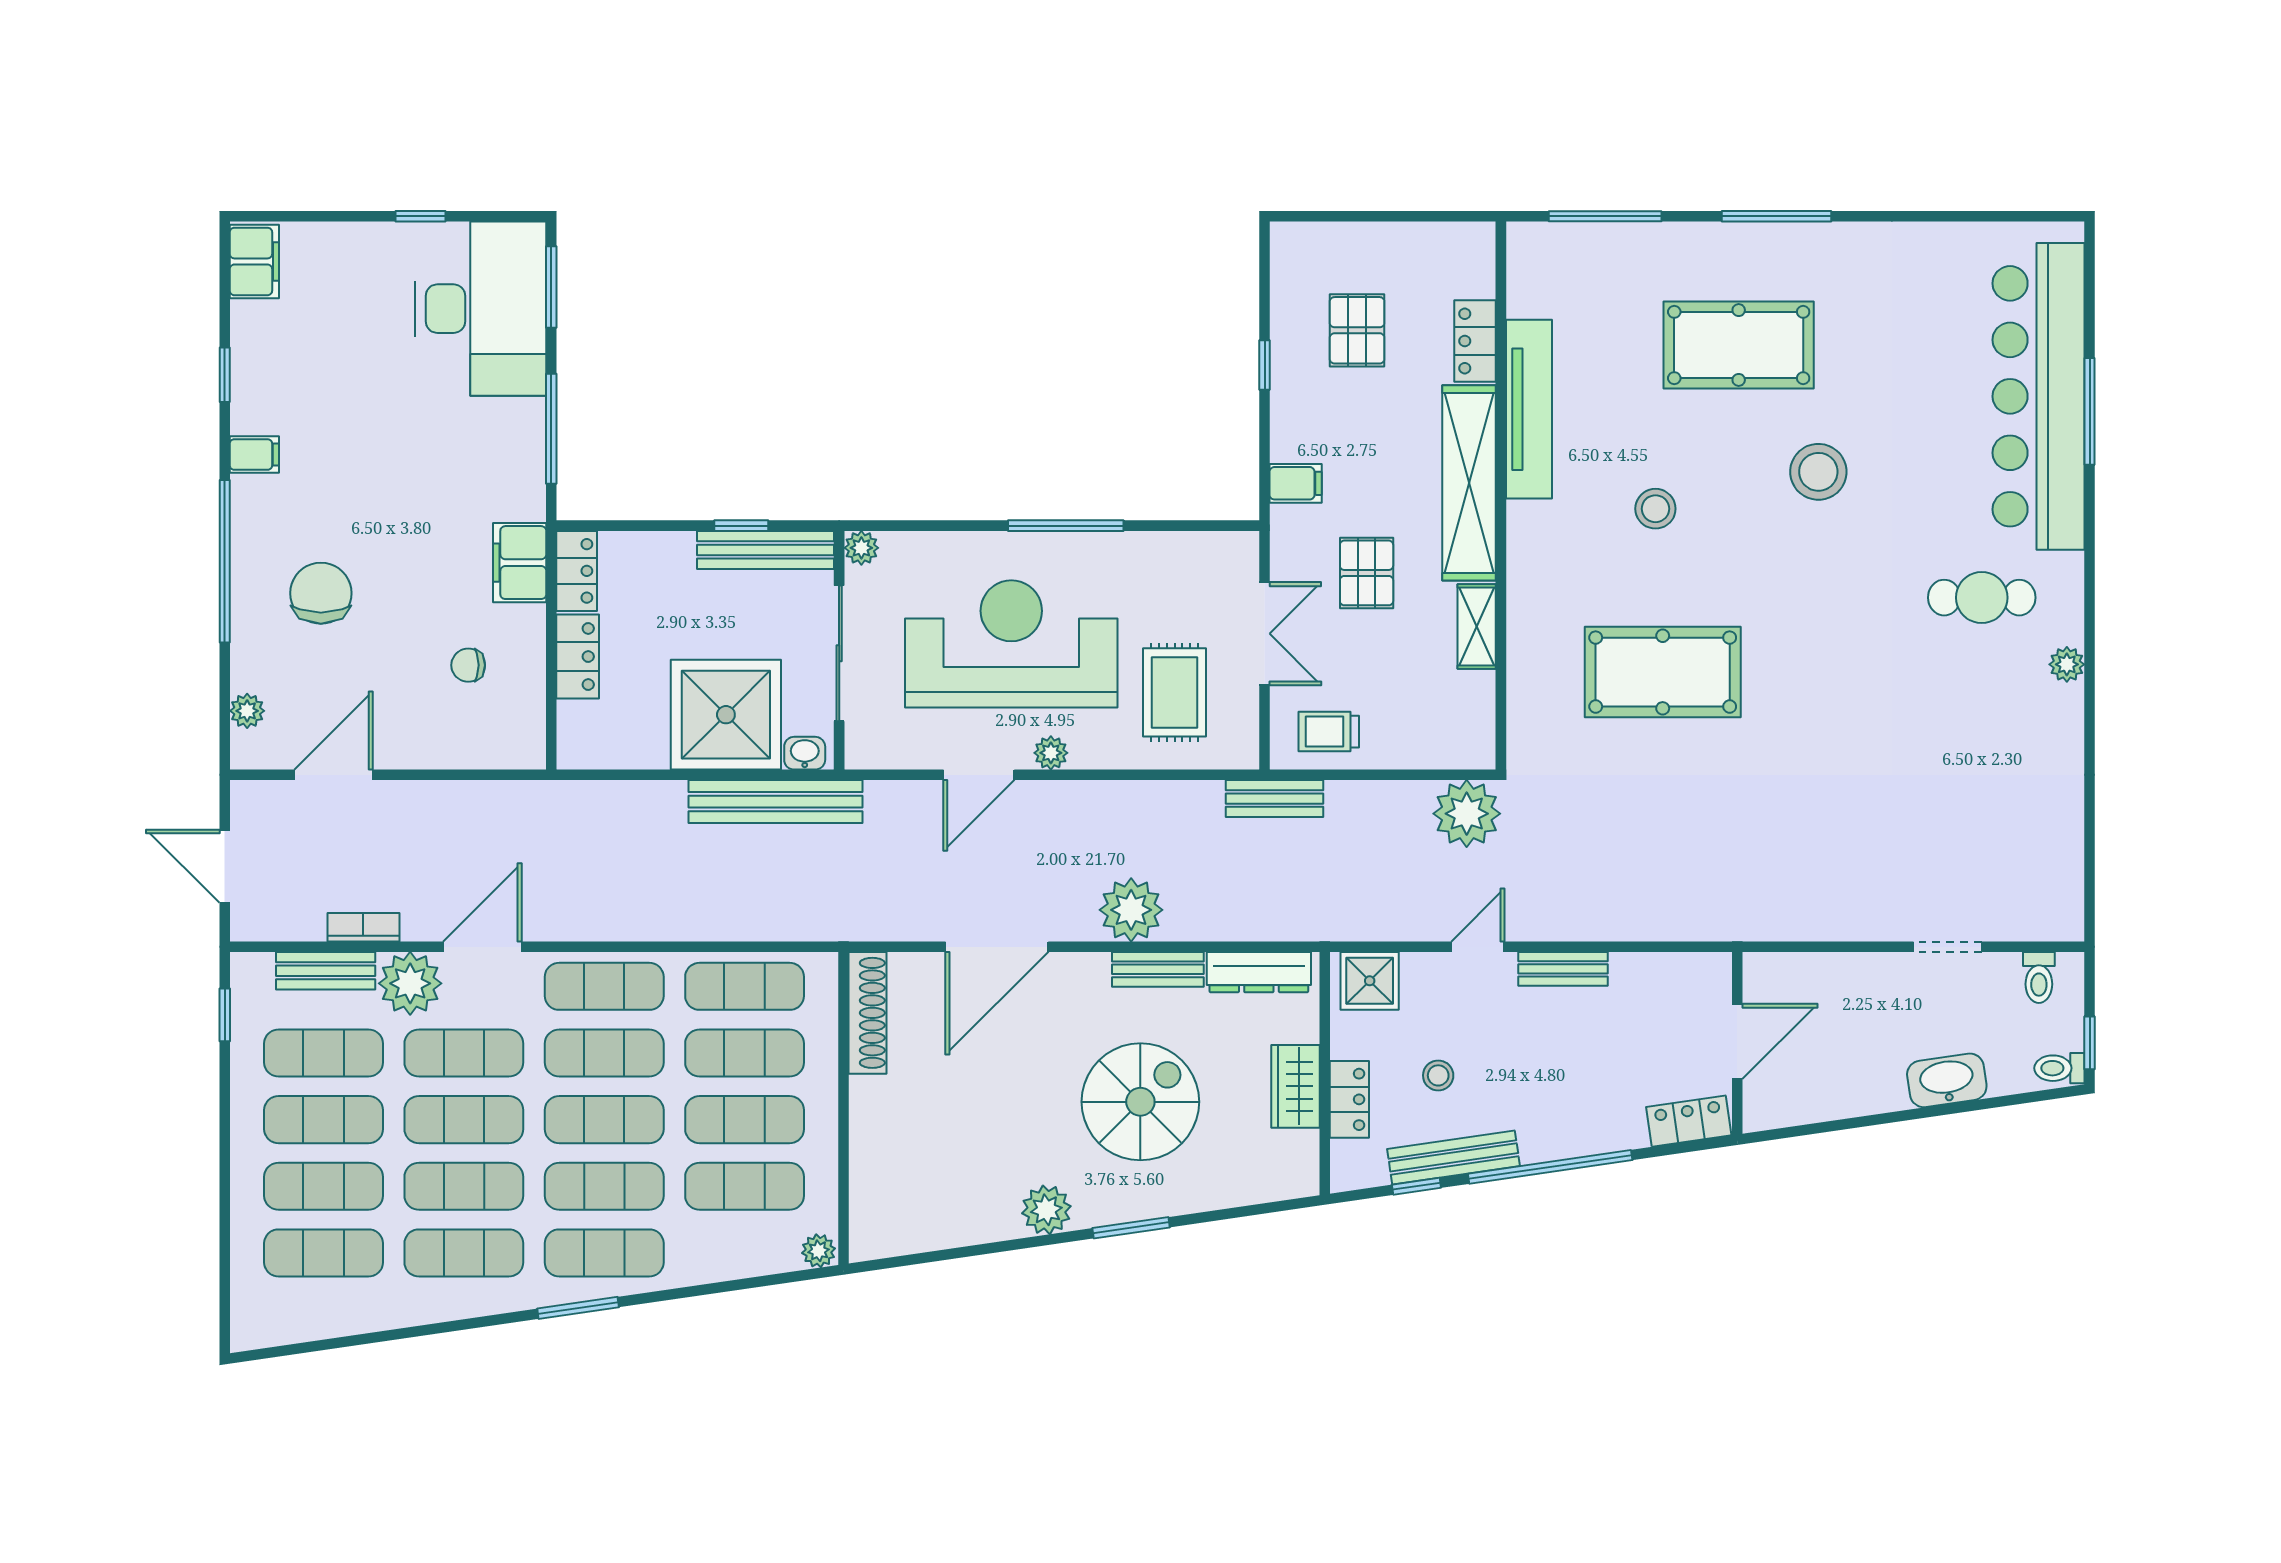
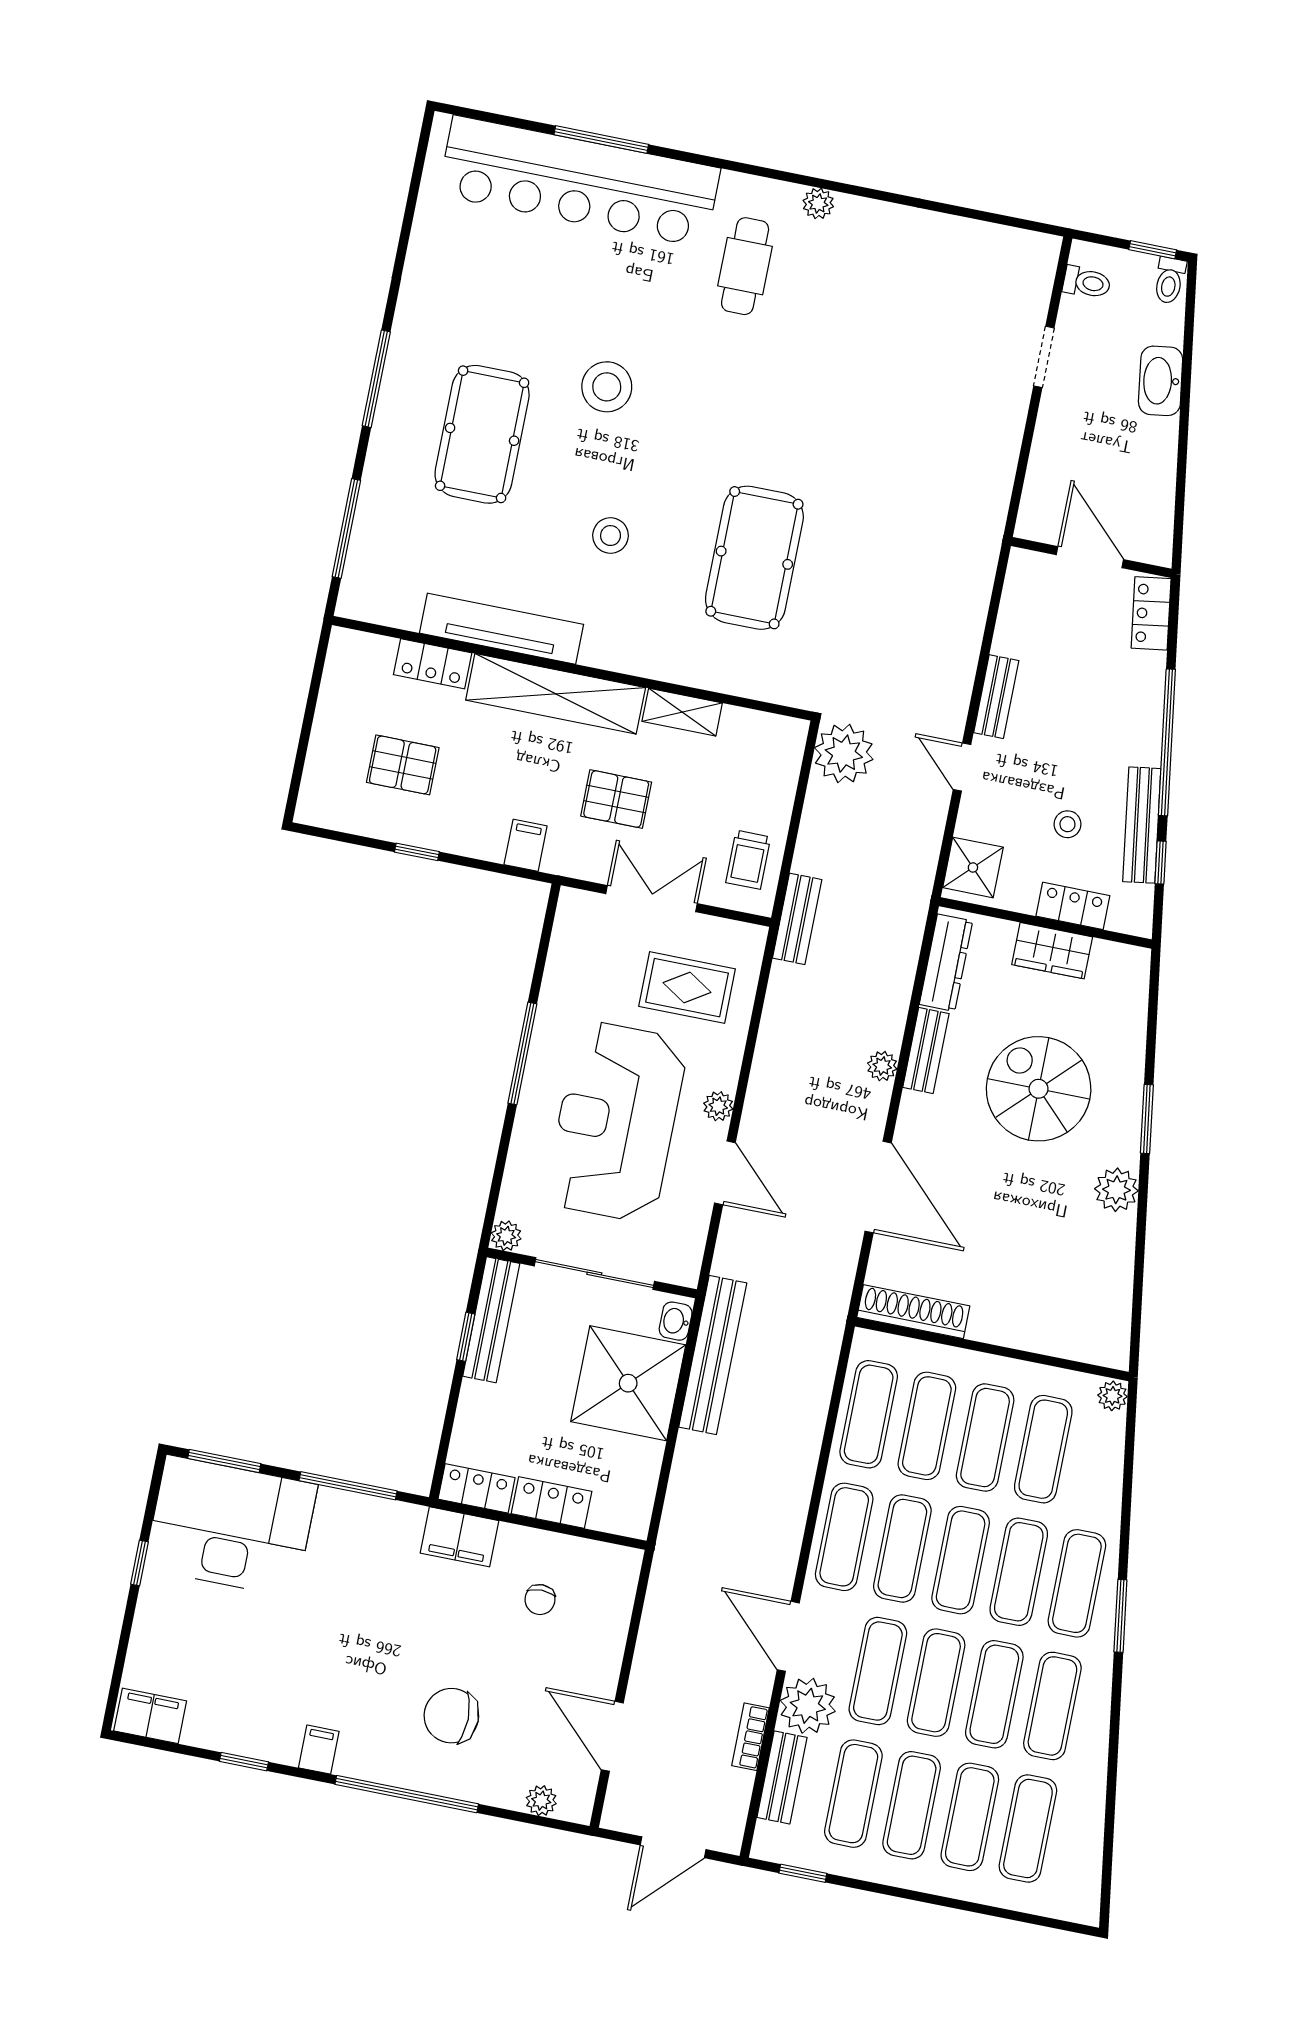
plant: (1131, 910) -> (882, 1066), width x0.53, depth x0.53

